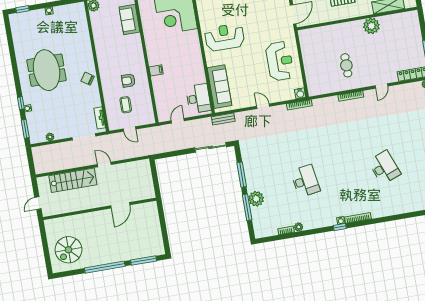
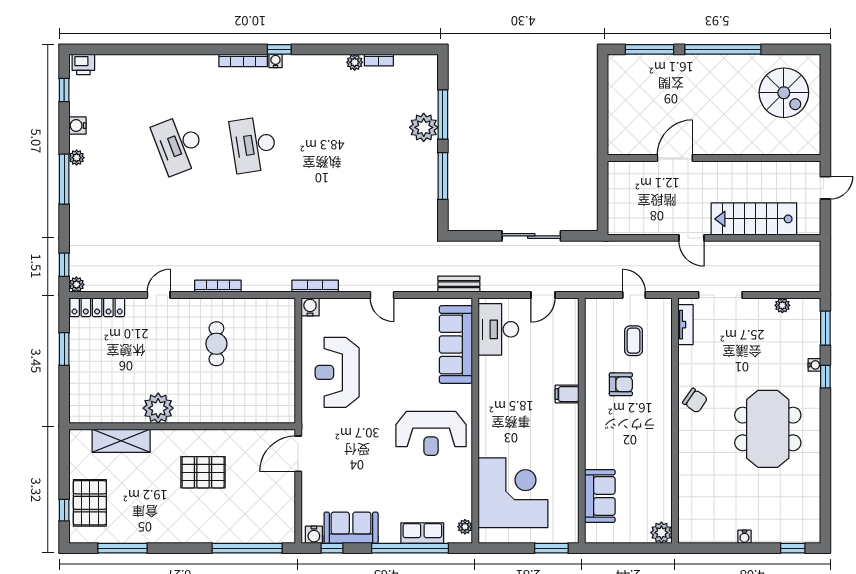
sliding door: (211, 147) -> (531, 236), moved
desk: (305, 181) -> (253, 145), moved
spiral stairs: (68, 250) -> (784, 93), turned 90

